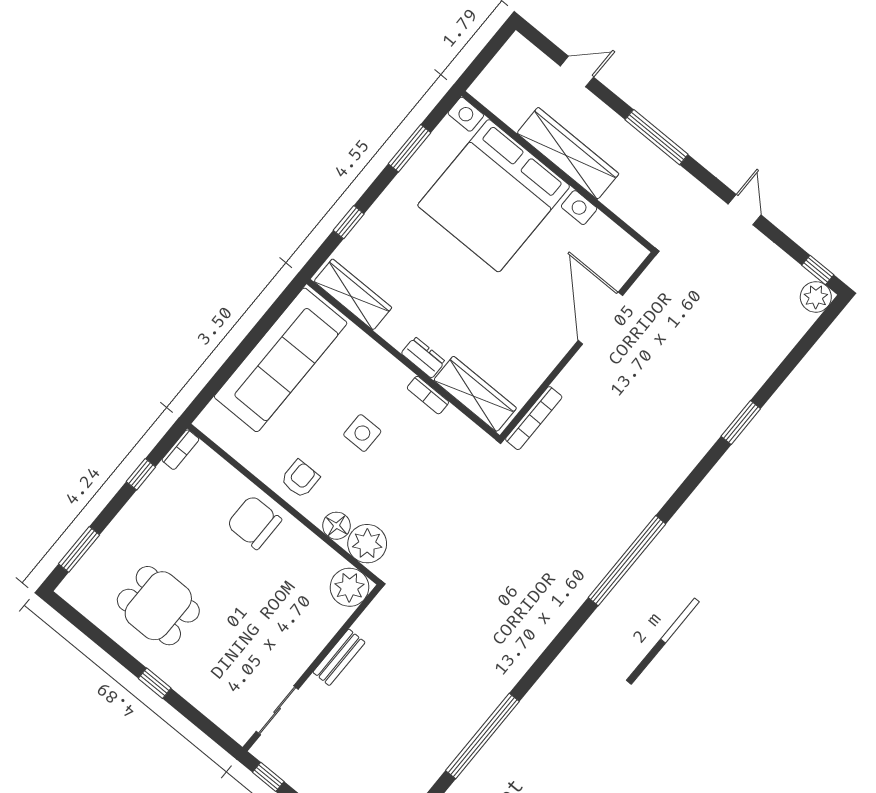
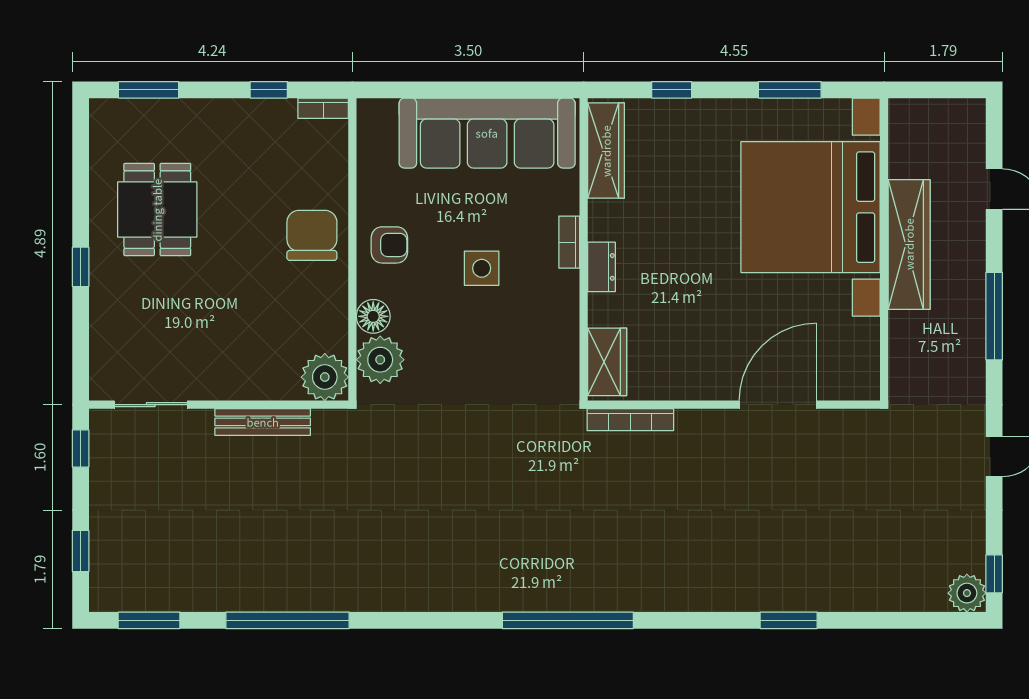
wardrobe: (475, 394) -> (607, 362), width x0.67
bookcase: (428, 395) -> (569, 242), moved
bench: (339, 657) -> (263, 422), width x1.36

